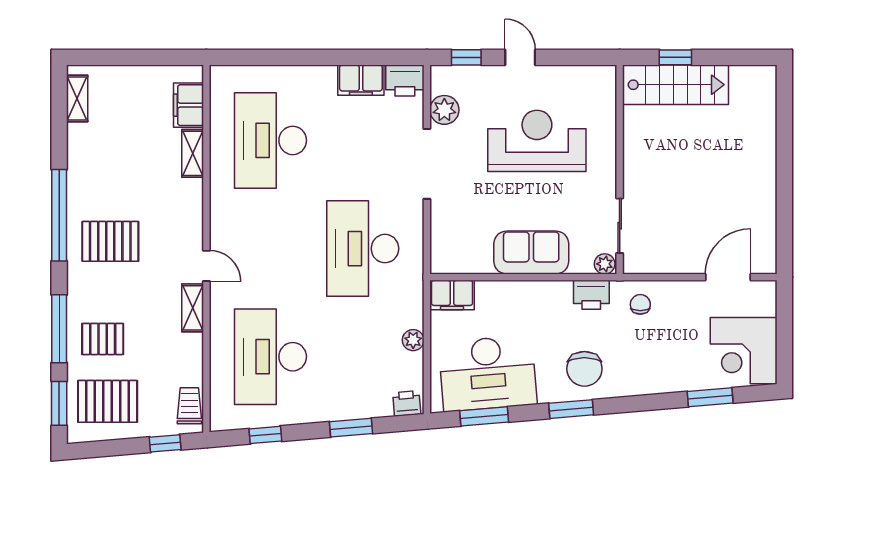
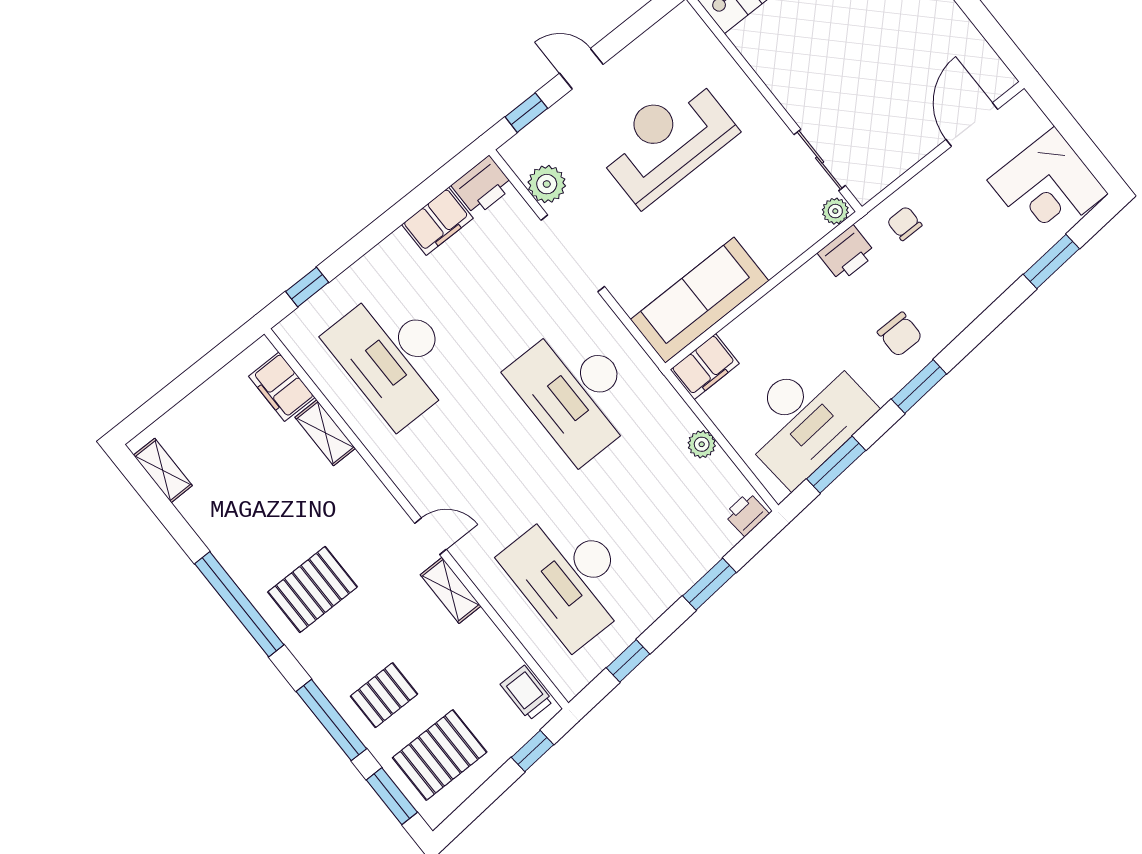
window: (251, 57) -> (307, 287), added
sofa: (531, 253) -> (700, 300), moved, width x1.36
chair: (584, 369) -> (900, 334), width x0.73, depth x0.73

